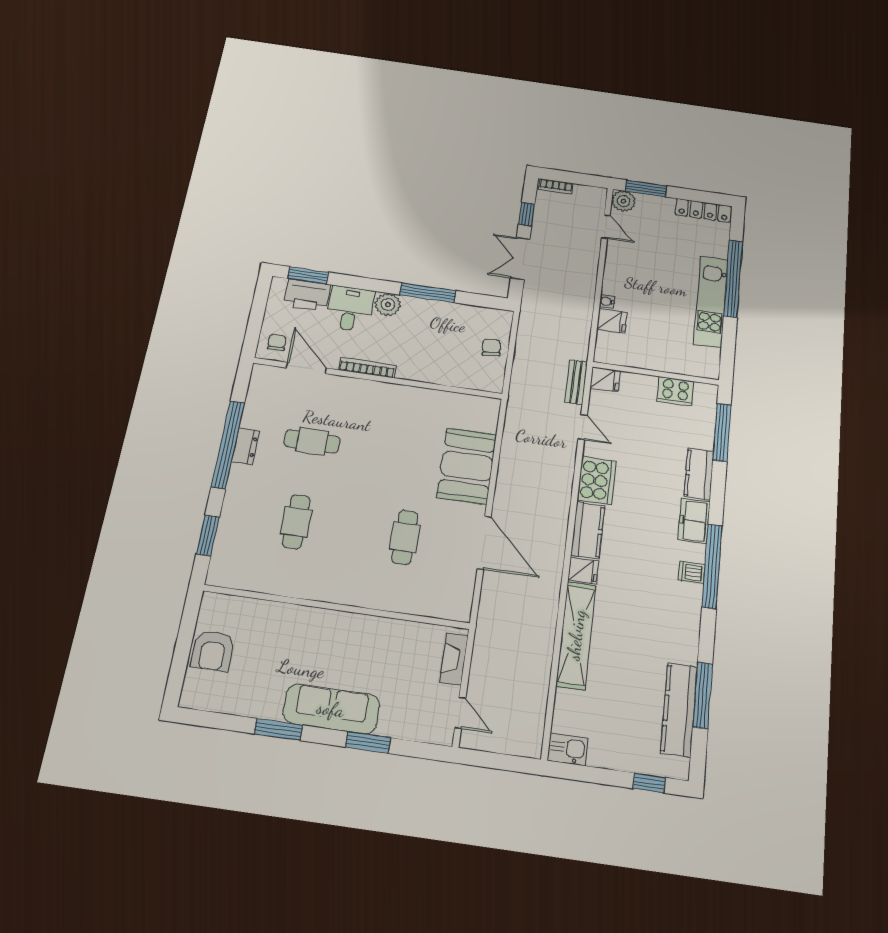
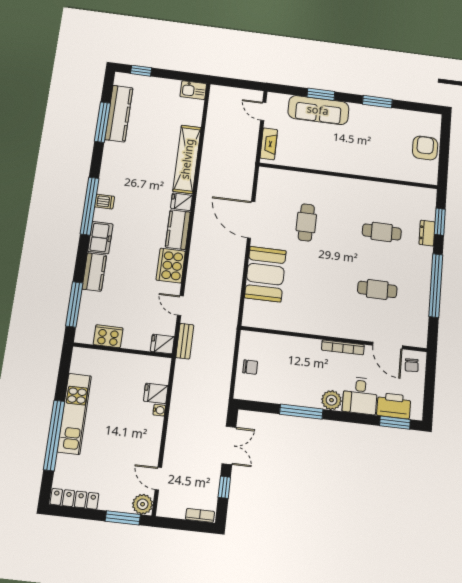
chair: (491, 348) -> (250, 367), turned -84
dresser: (245, 446) -> (427, 233), moved
cafe table: (296, 522) -> (382, 232), turned 90
sofa: (331, 709) -> (318, 110), moved

